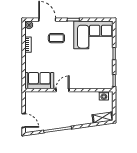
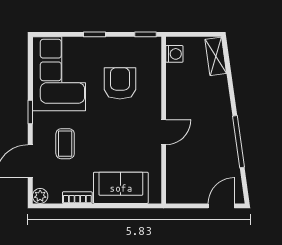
armchair: (88, 67) -> (120, 83), added
sofa: (39, 81) -> (121, 188), moved, turned 90
door: (63, 90) -> (164, 132), swing flipped

